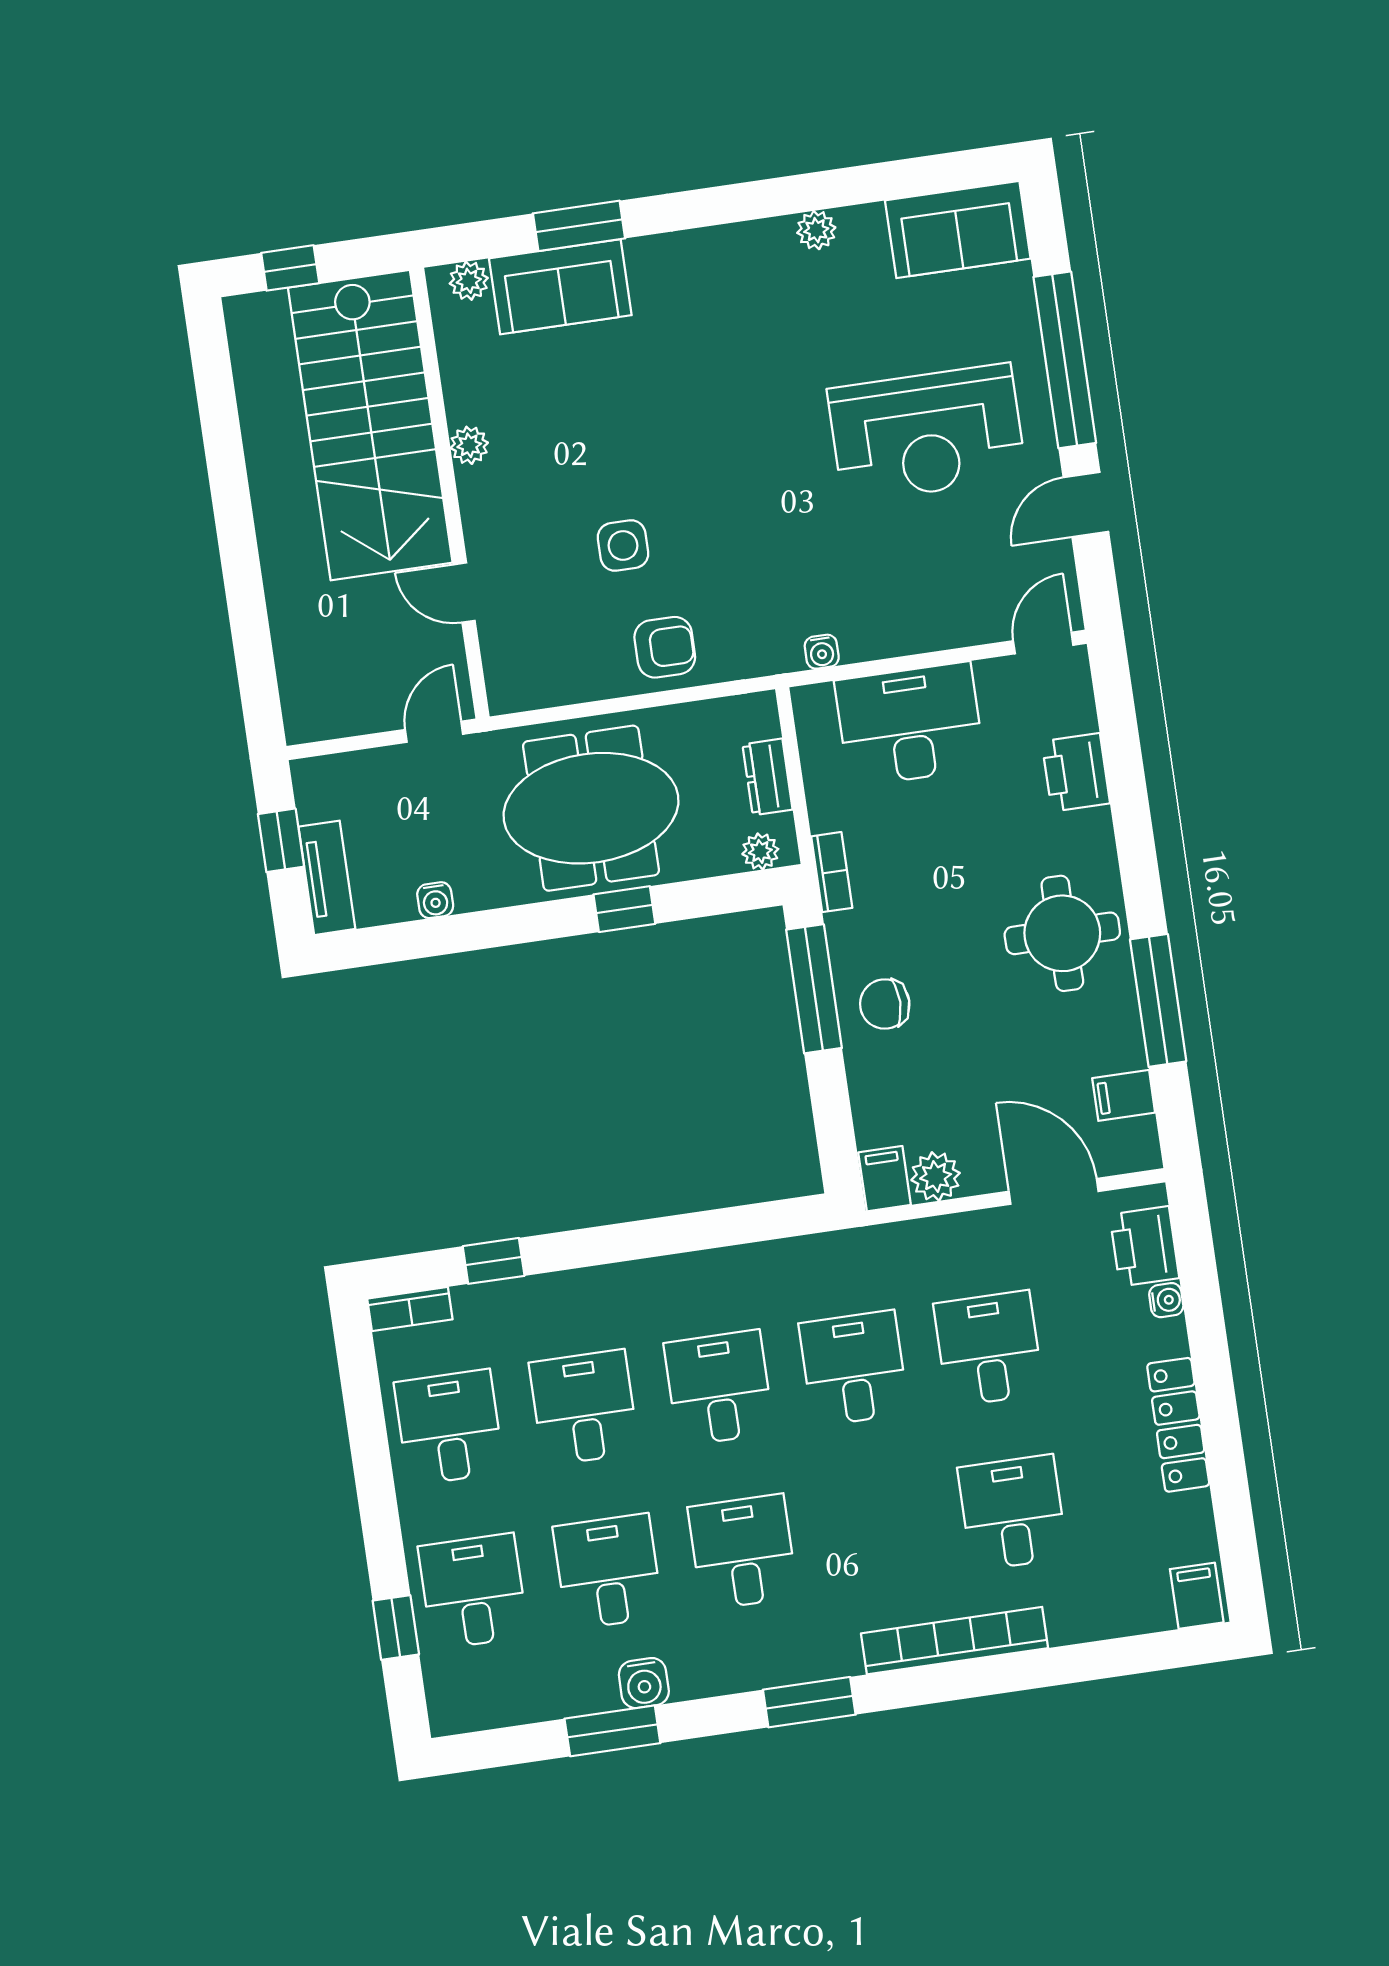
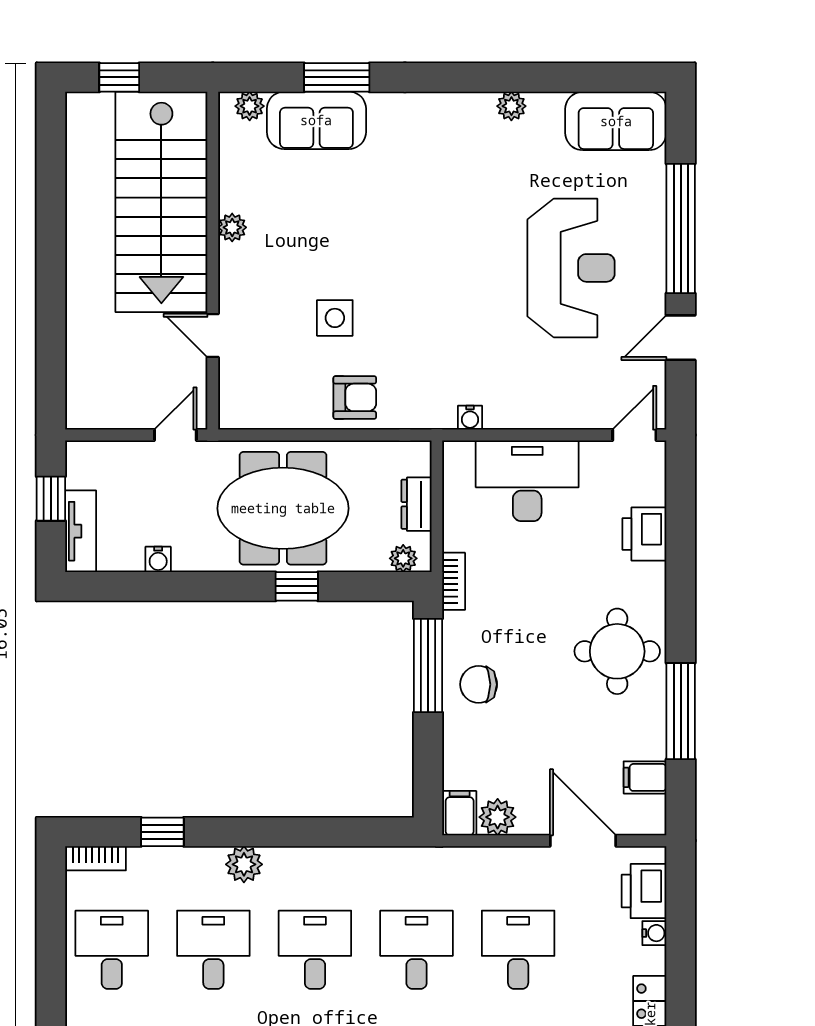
reception desk: (927, 433) -> (571, 268), turned -90
plant: (608, 1288) -> (244, 864), added

